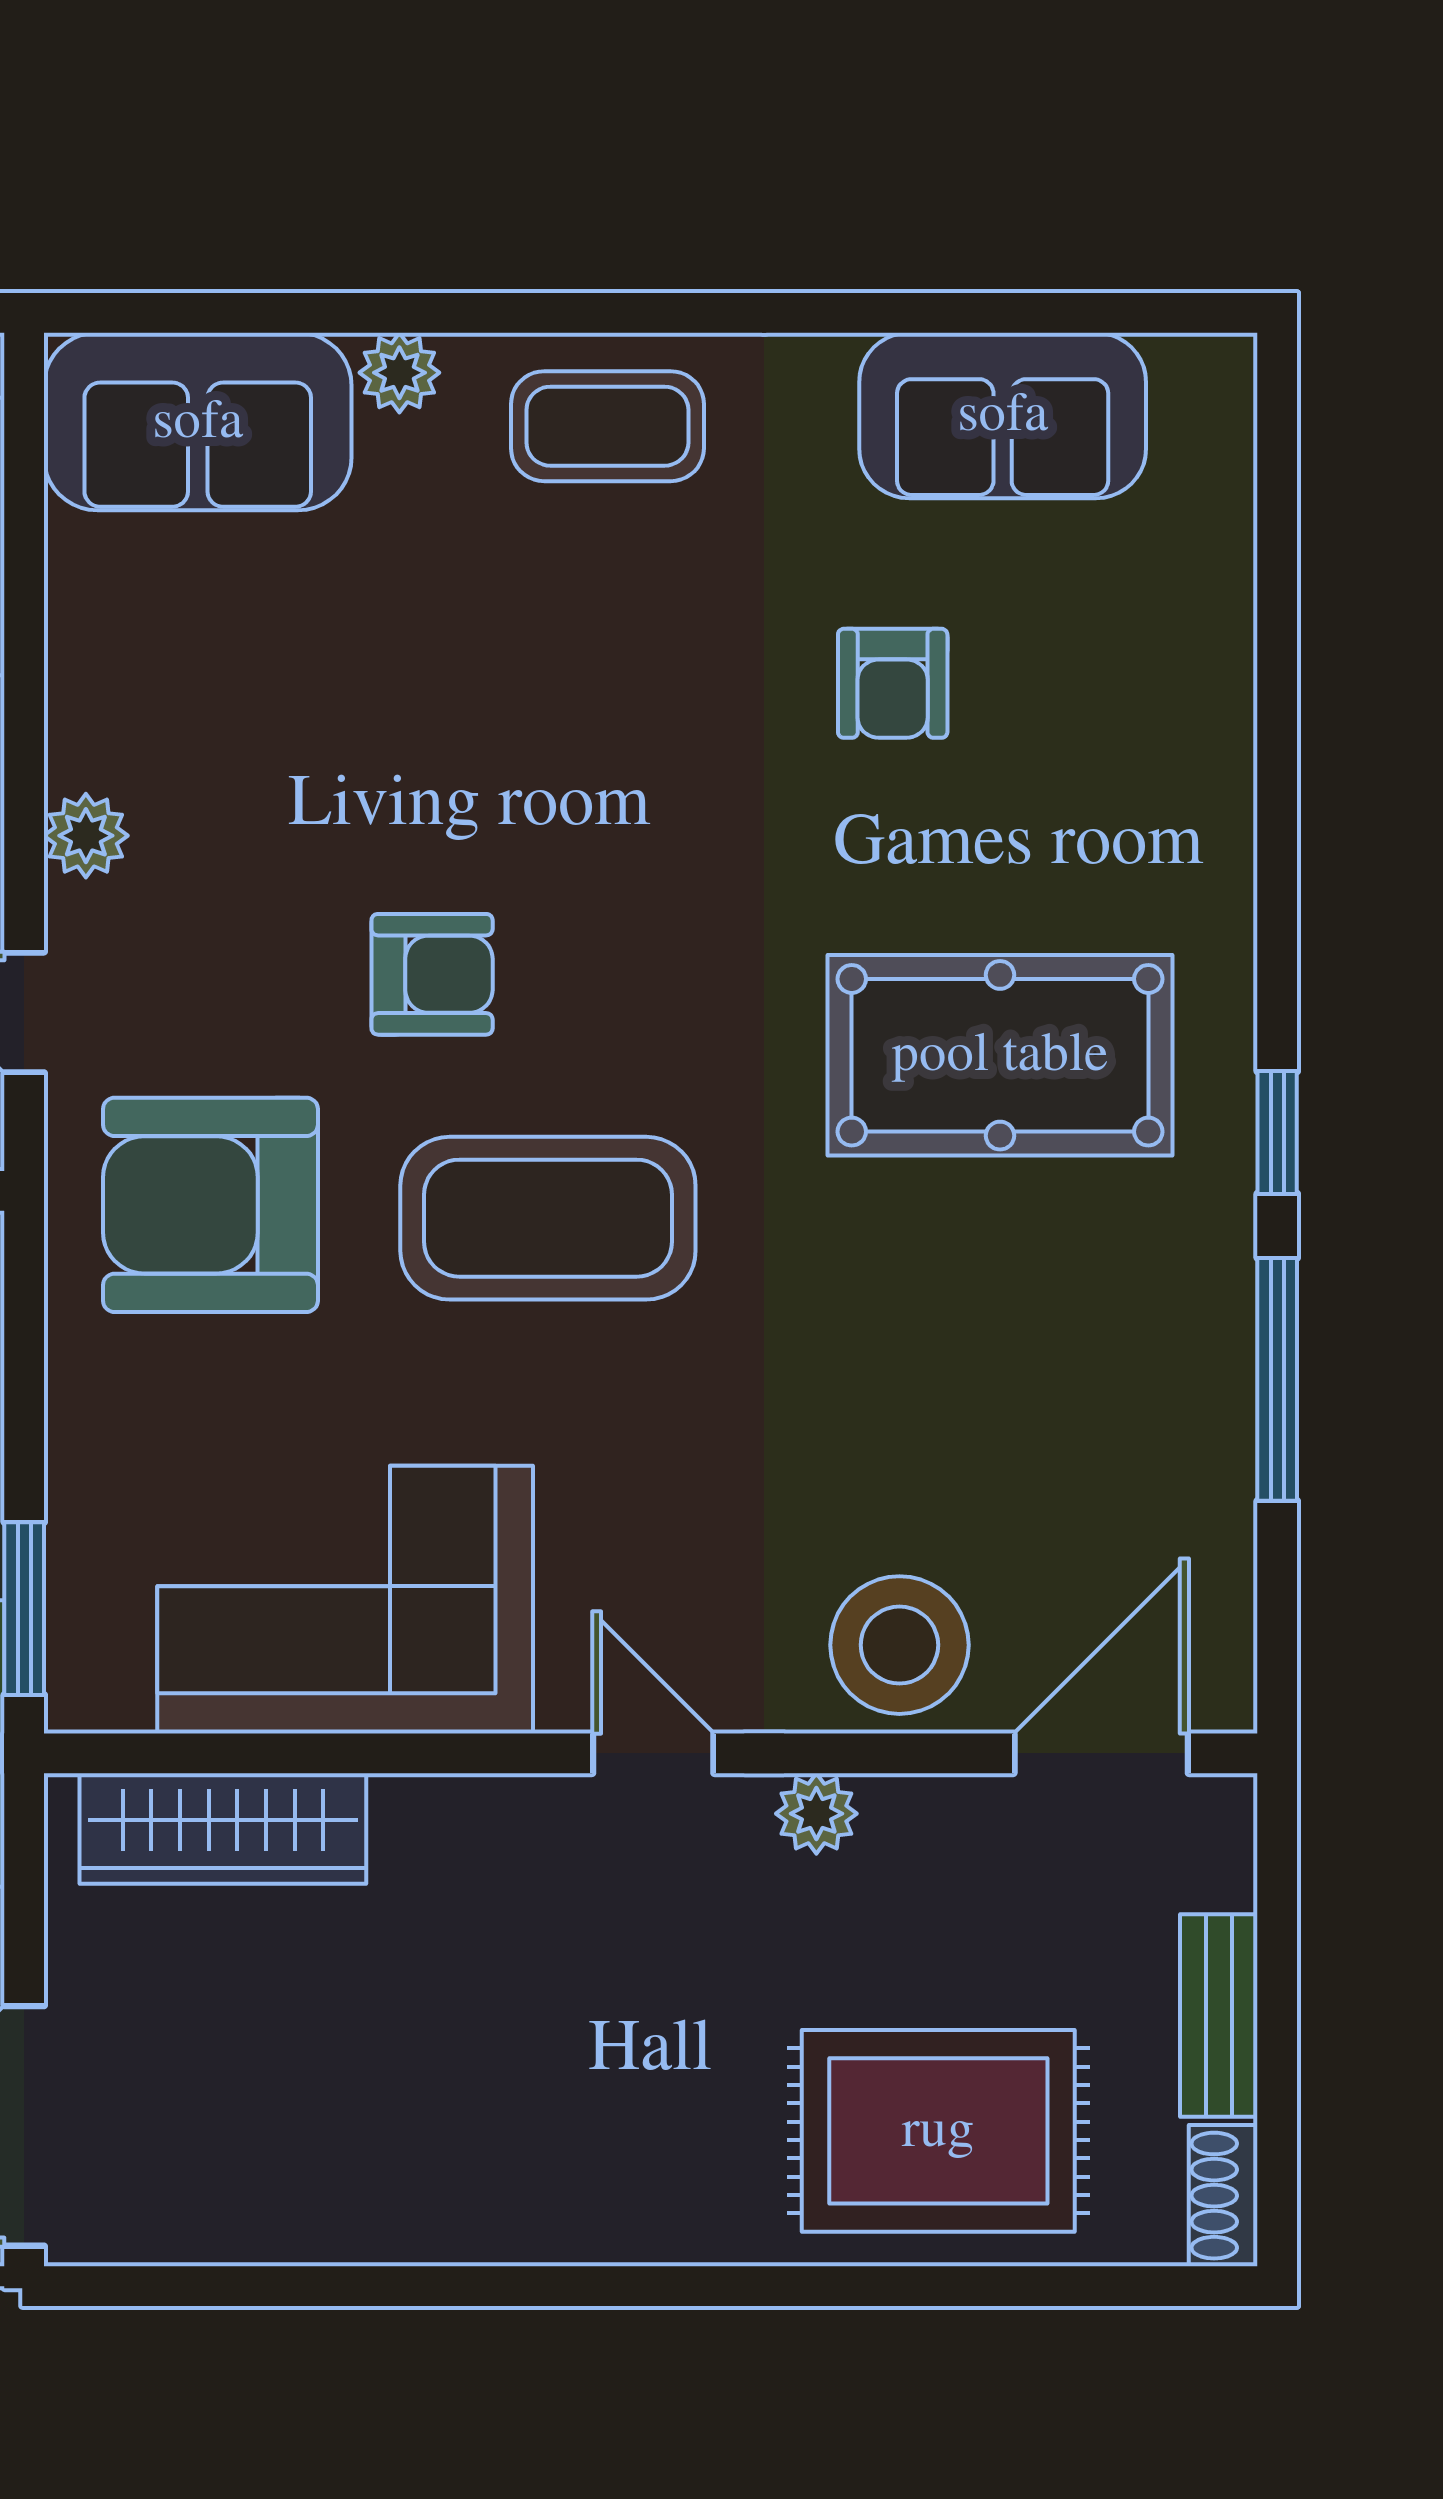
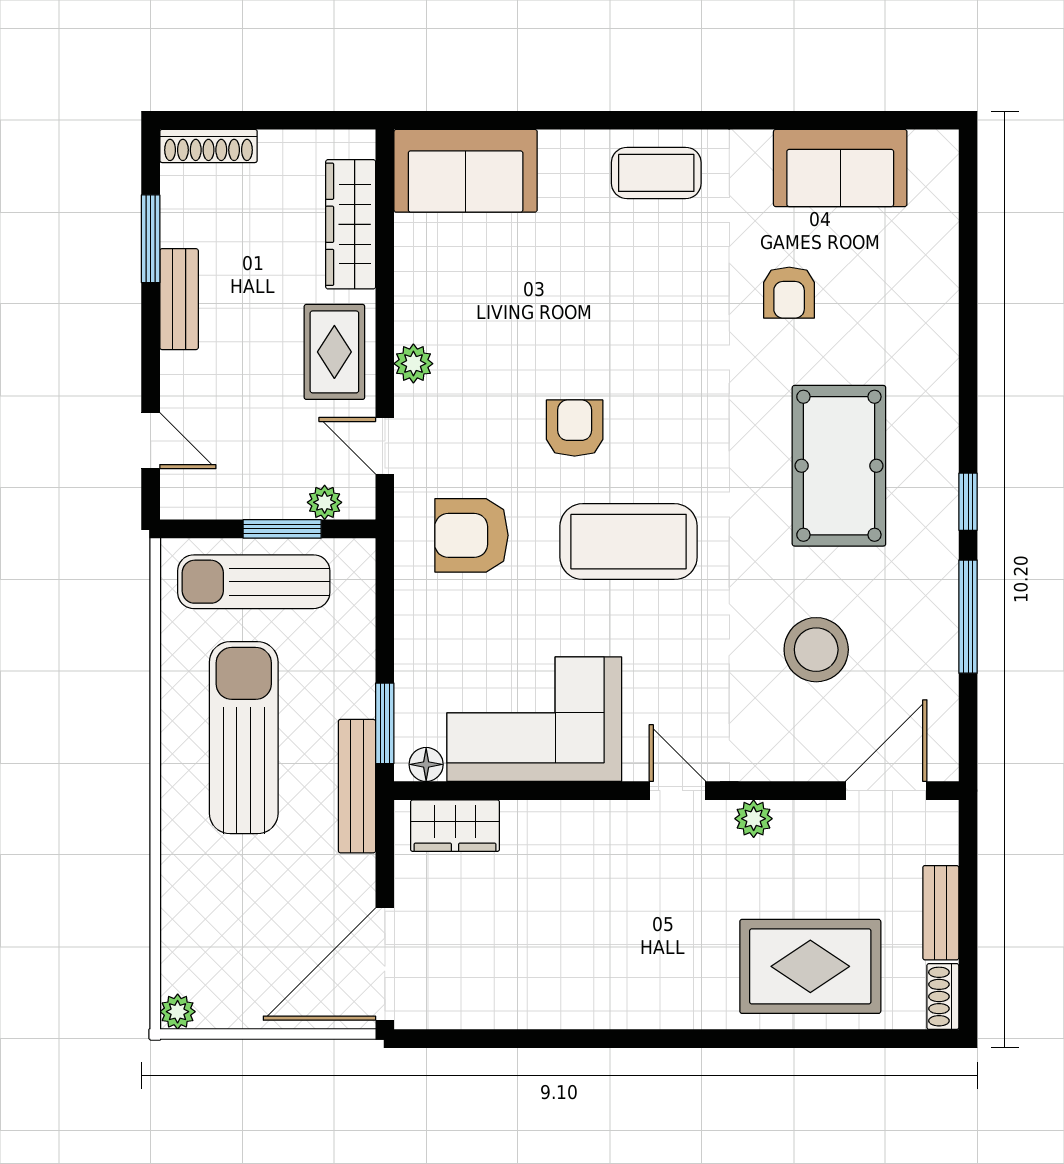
plant: (399, 373) -> (559, 148), removed
armchair: (432, 974) -> (575, 428), turned -90
pool table: (1000, 1055) -> (839, 466), turned 90
armchair: (210, 1205) -> (471, 535), width x0.73, depth x0.73
stool: (899, 1645) -> (816, 650), moved
floor lamp: (113, 1697) -> (426, 764), added
wardrobe: (223, 1828) -> (455, 826), width x0.67

